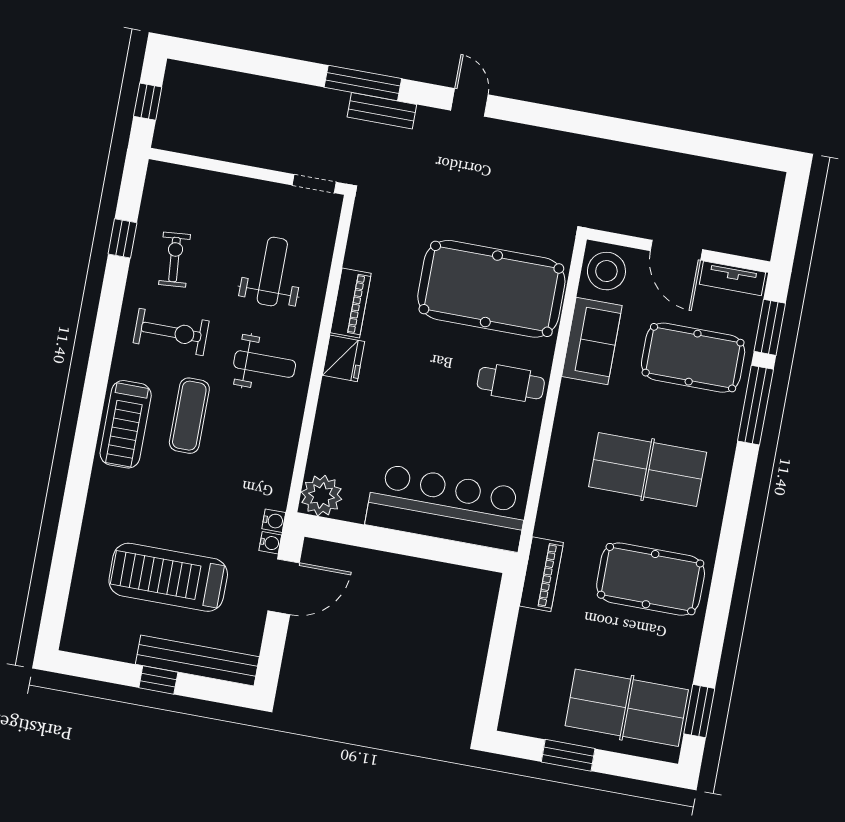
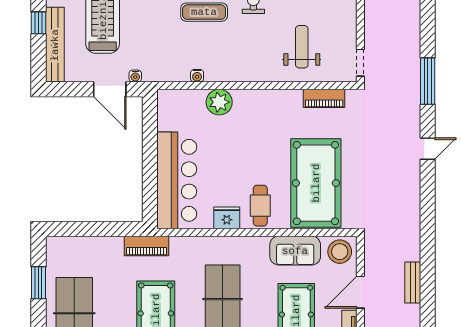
bench: (382, 111) -> (413, 283), moved
weight bench: (272, 272) -> (302, 47), turned -90
piano: (351, 303) -> (324, 98), moved
fridge: (344, 358) -> (227, 218), moved, turned 180
weight bench: (265, 364) -> (244, 52), removed
plant: (321, 496) -> (219, 102), moved
water cooler: (274, 521) -> (197, 76), moved

